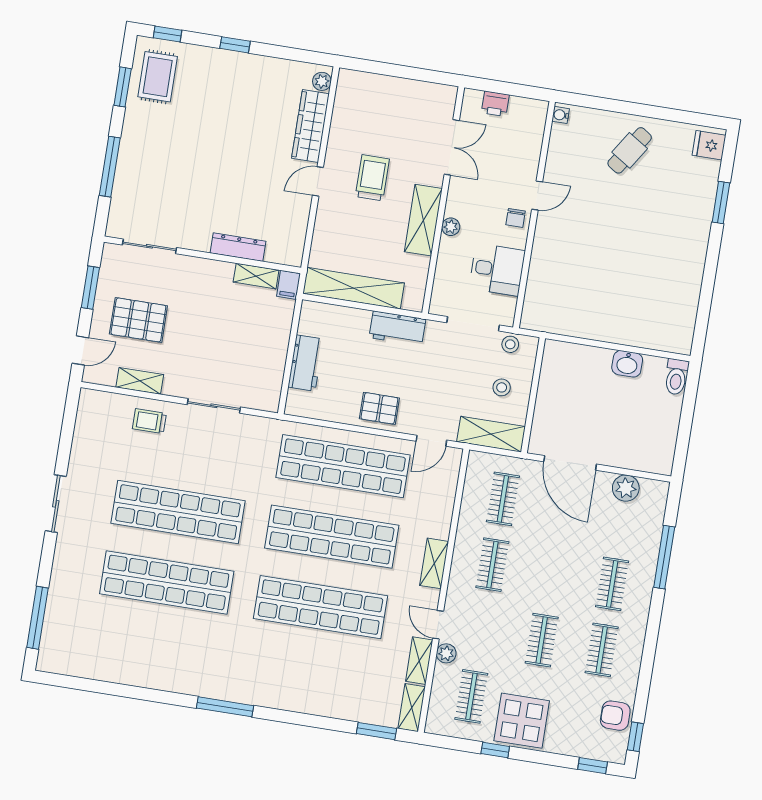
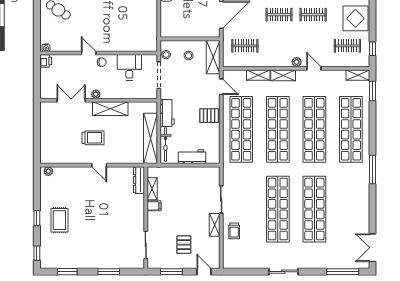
rug: (158, 77) -> (59, 220), moved, turned 90
printer: (495, 104) -> (46, 61), moved
wardrobe: (310, 126) -> (72, 173), removed
window: (110, 167) -> (109, 272), width x0.69
trolley: (372, 178) -> (93, 138), turned 180
plant: (451, 227) -> (96, 94), moved
dresser: (238, 247) -> (139, 180), moved
filing cabinet: (288, 285) -> (154, 206), moved
bicycle: (337, 315) -> (165, 144), added
pallet: (138, 320) -> (184, 245), width x0.67, depth x0.71
shelving: (140, 381) -> (215, 225), moved
pallet: (379, 408) -> (209, 116), turned 90
clothes rail: (492, 565) -> (279, 15), moved
door: (438, 625) -> (314, 68), swing flipped
plant: (446, 653) -> (297, 62), moved
shelving: (419, 661) -> (258, 75), moved
shop shelf: (309, 678) -> (351, 129), added
double door: (74, 683) -> (373, 248), added
window: (495, 750) -> (373, 49), moved

